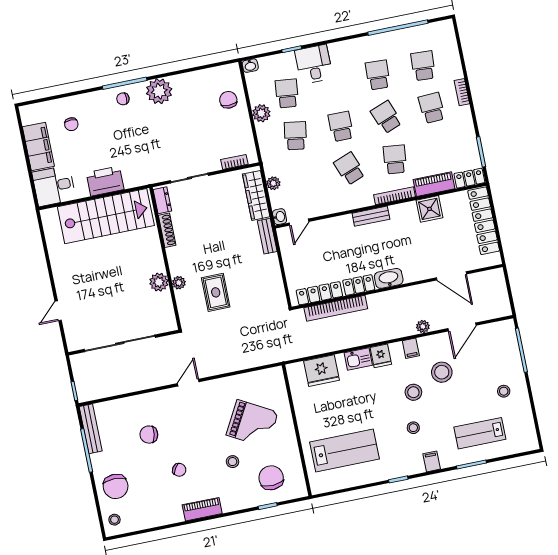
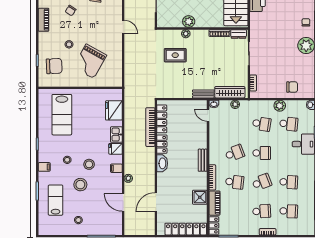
stool: (442, 372) -> (80, 185), moved

